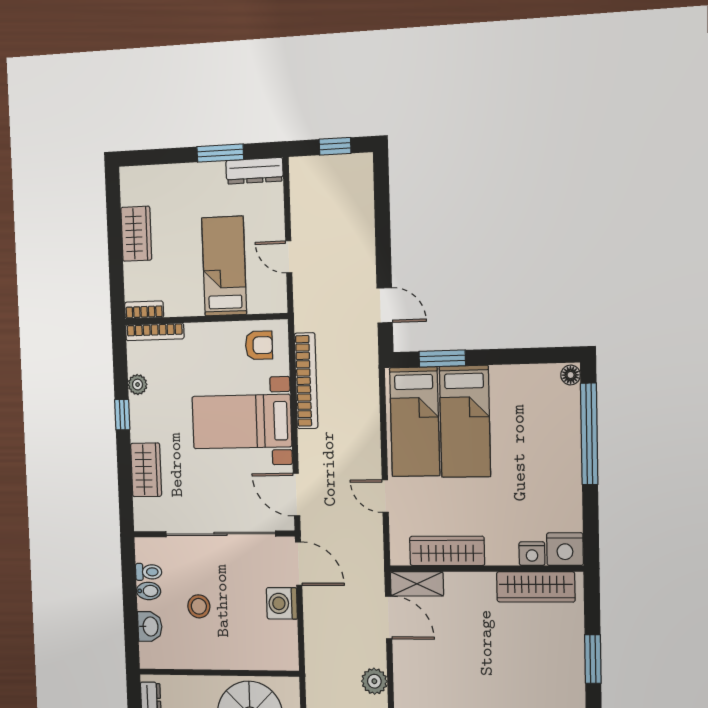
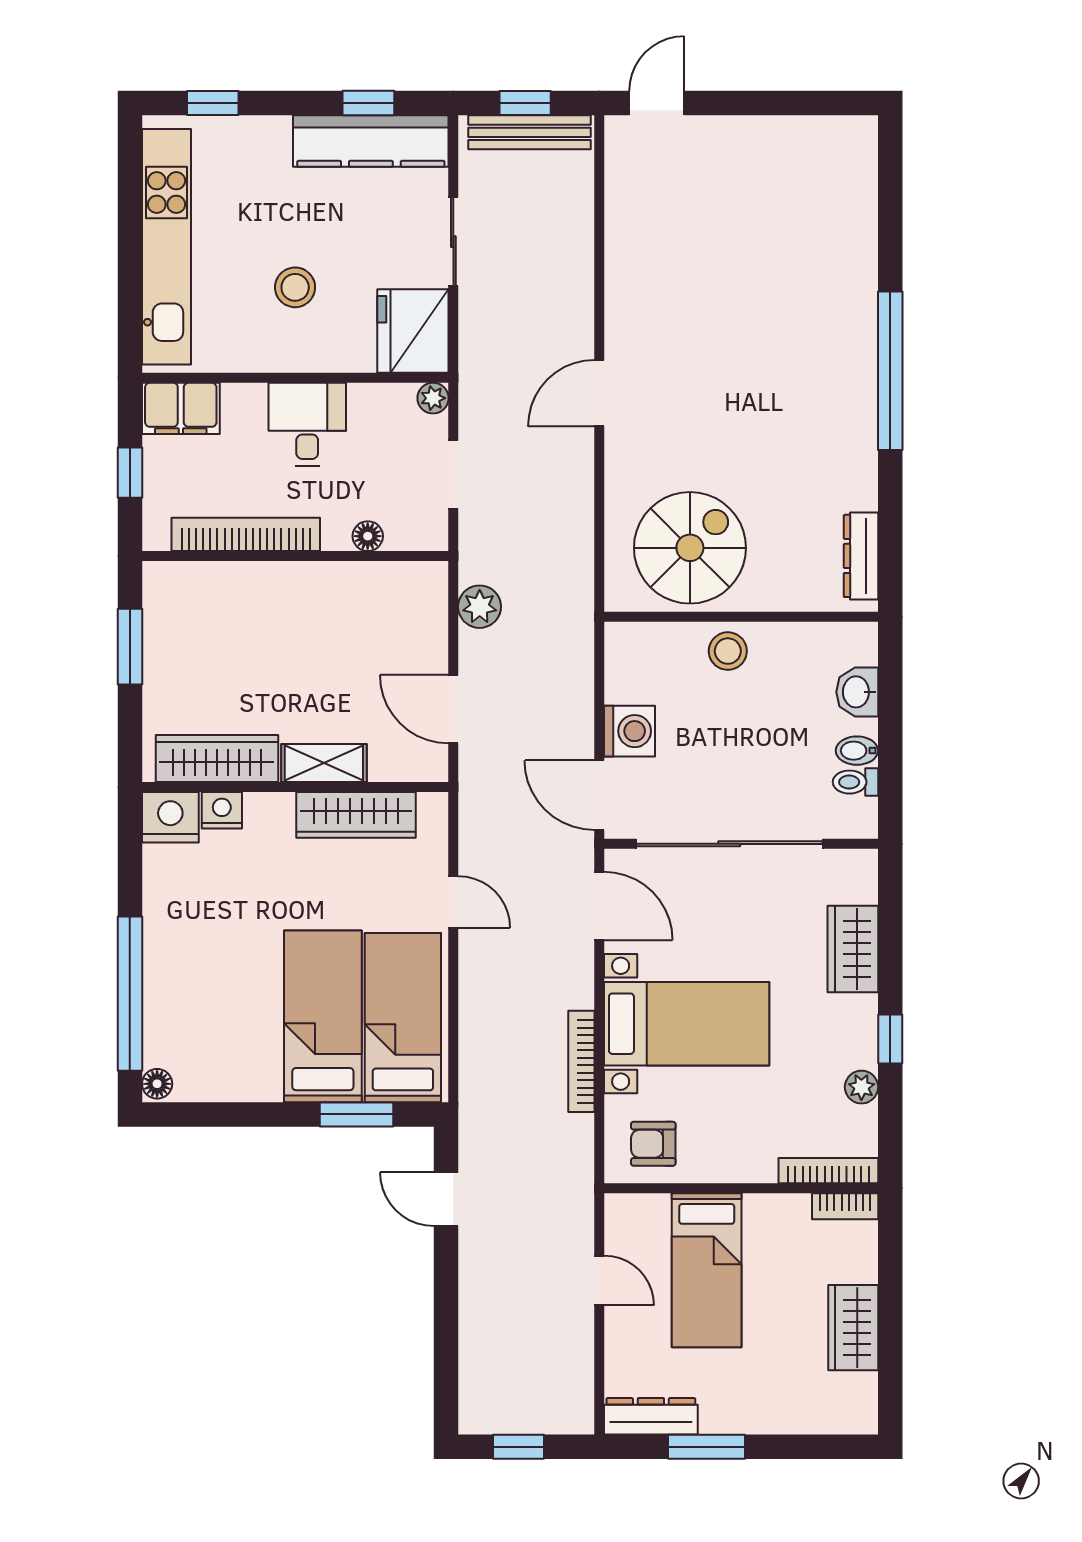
bookcase: (306, 381) -> (581, 1061), width x0.68, depth x0.76
shelving: (417, 584) -> (324, 763), moved
stool: (199, 606) -> (728, 651), moved

